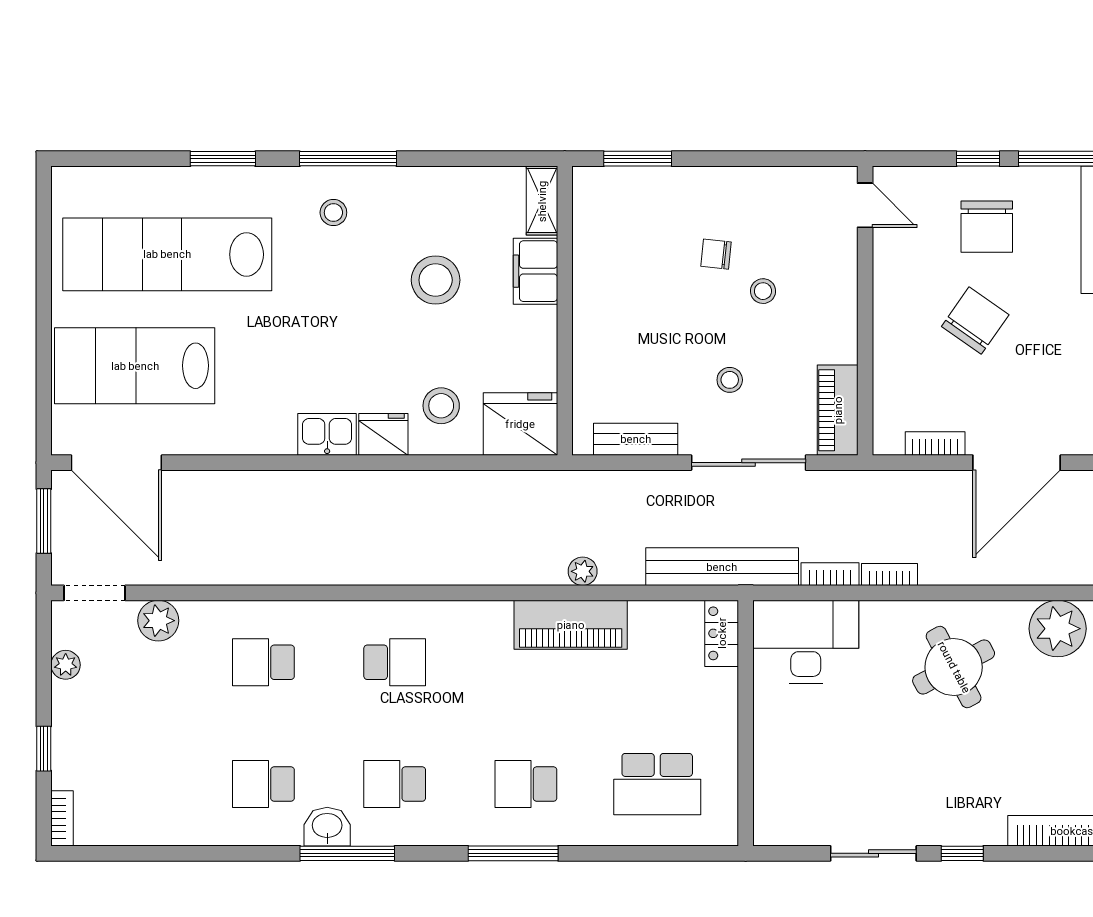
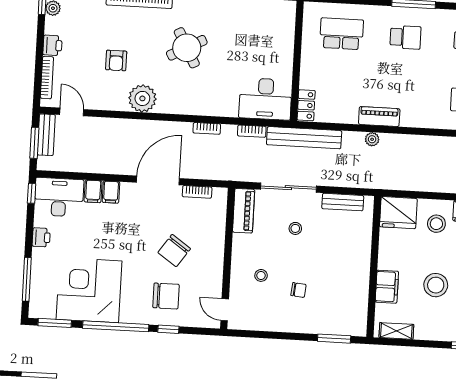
shelving: (542, 201) -> (396, 331), moved, turned 90
chair: (987, 227) -> (166, 296), turned 90
stool: (763, 291) -> (261, 275), moved
bookcase: (889, 575) -> (207, 128), moved
piano: (571, 625) -> (379, 117), width x0.73, depth x0.75
round table: (954, 667) -> (187, 48), moved

